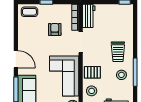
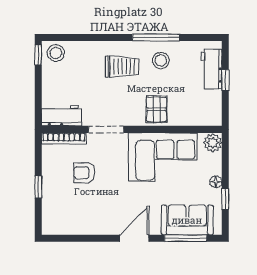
coffee table: (29, 12) -> (55, 215), removed
stool: (92, 91) -> (56, 53), moved

